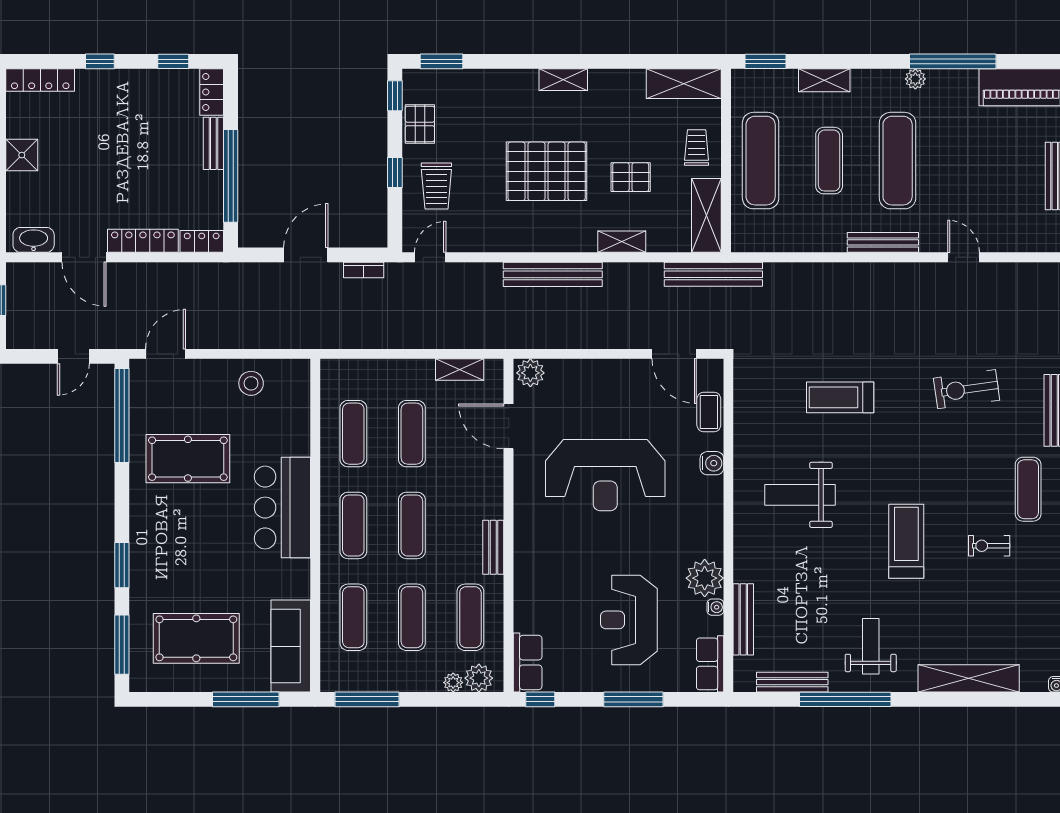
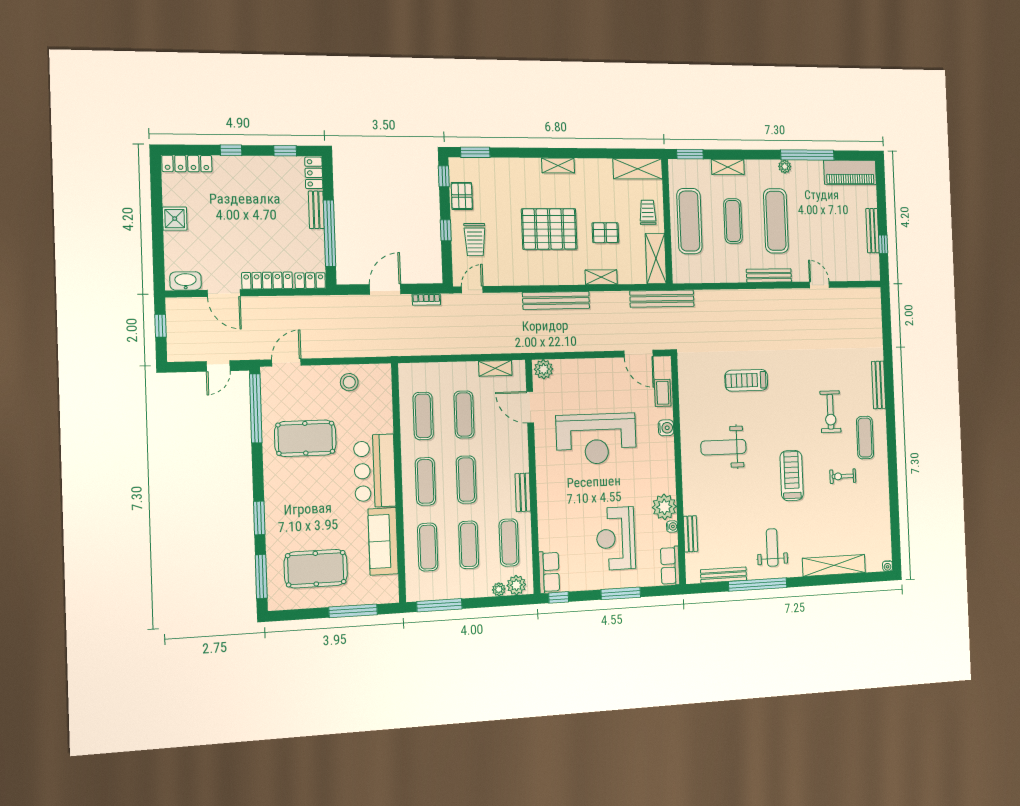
exercise bike: (967, 389) -> (830, 412), moved, turned -82
bench: (743, 619) -> (690, 534), width x0.73
sofa: (291, 646) -> (383, 541), moved

